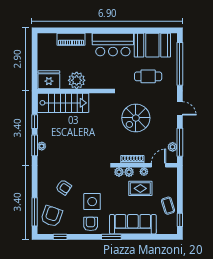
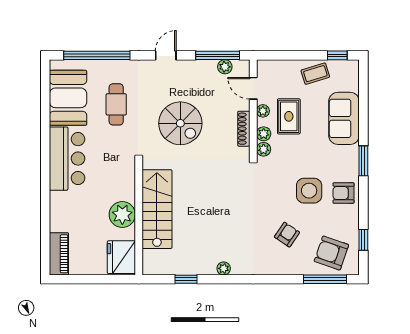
piano: (71, 39) -> (59, 254), moved
stairs: (63, 103) -> (157, 209), moved
window: (35, 145) -> (223, 279), removed
sofa: (133, 224) -> (344, 118), width x0.73

